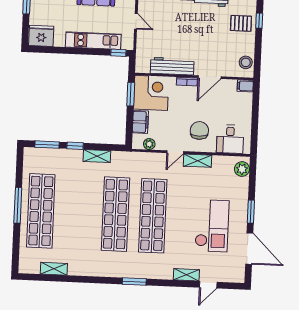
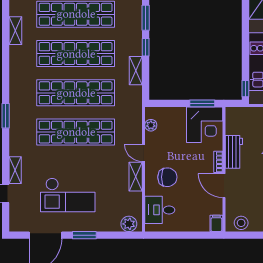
workbench: (172, 66) -> (234, 152), width x0.73
filing cabinet: (140, 122) -> (174, 115), removed
shop shelf: (78, 212) -> (76, 54), added

